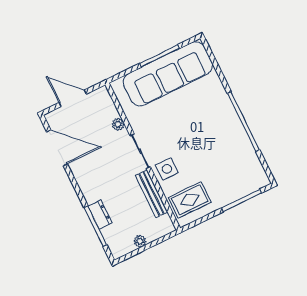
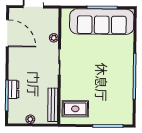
side table: (167, 169) -> (71, 82), removed
bench: (152, 194) -> (53, 105), moved

